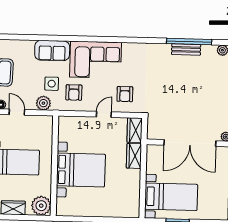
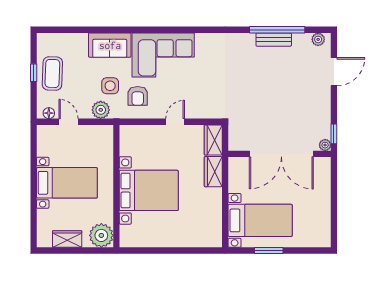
armchair: (125, 94) -> (200, 96), removed

